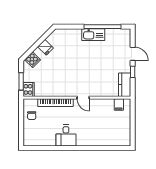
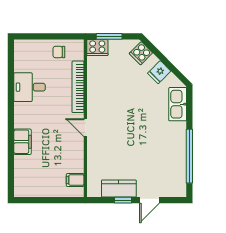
kitchen sink: (93, 35) -> (178, 104), moved
kitchen counter: (125, 85) -> (119, 188), moved
door: (83, 98) -> (85, 128), hinge flipped
desk: (66, 136) -> (30, 87), moved
filing cabinet: (93, 140) -> (22, 142), added

